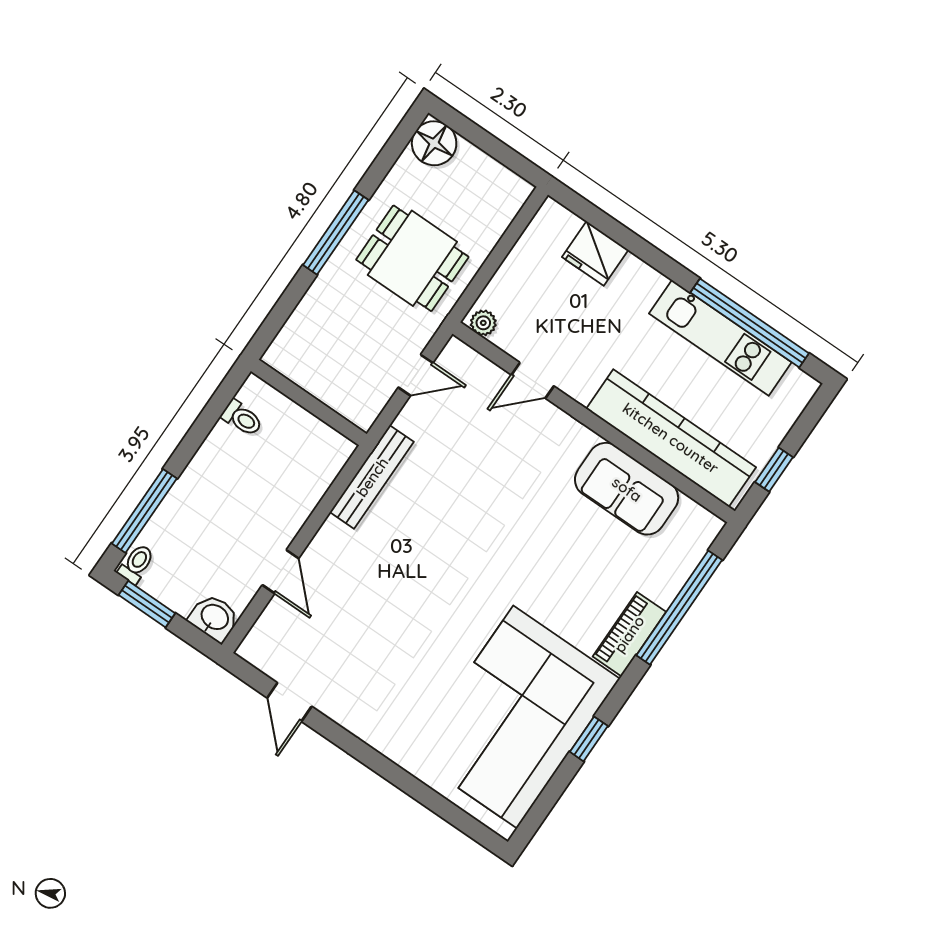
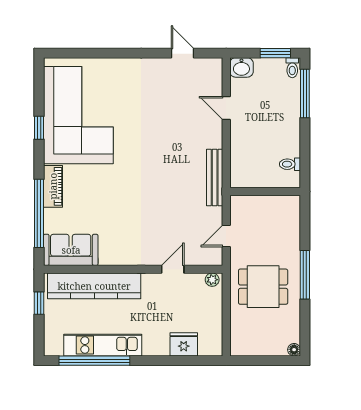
floor lamp: (434, 143) -> (294, 350), width x0.53, depth x0.53
sofa: (627, 489) -> (71, 250), moved

